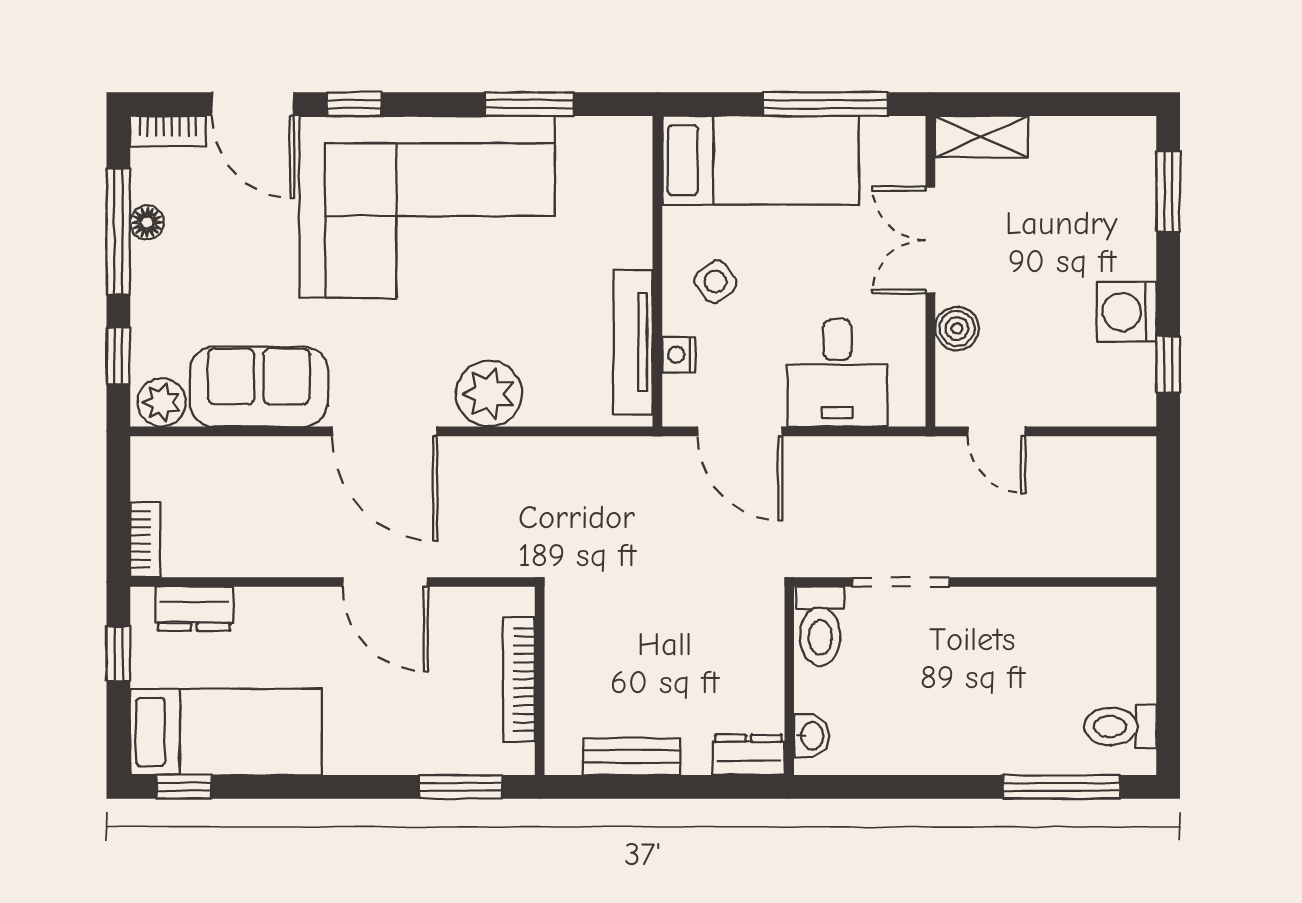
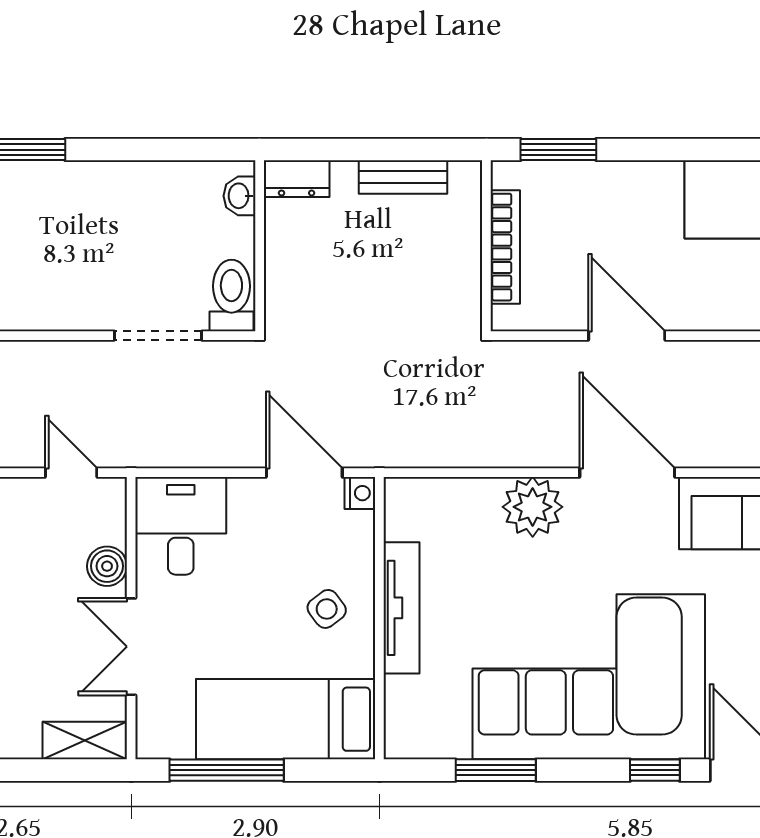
double door: (930, 240) -> (131, 647), swing flipped
tv unit: (633, 342) -> (401, 608), moved
nightstand: (679, 355) -> (360, 493), moved
desk: (837, 373) -> (181, 526), moved

